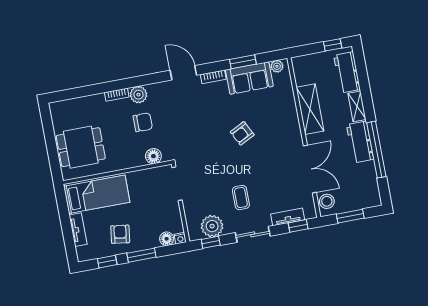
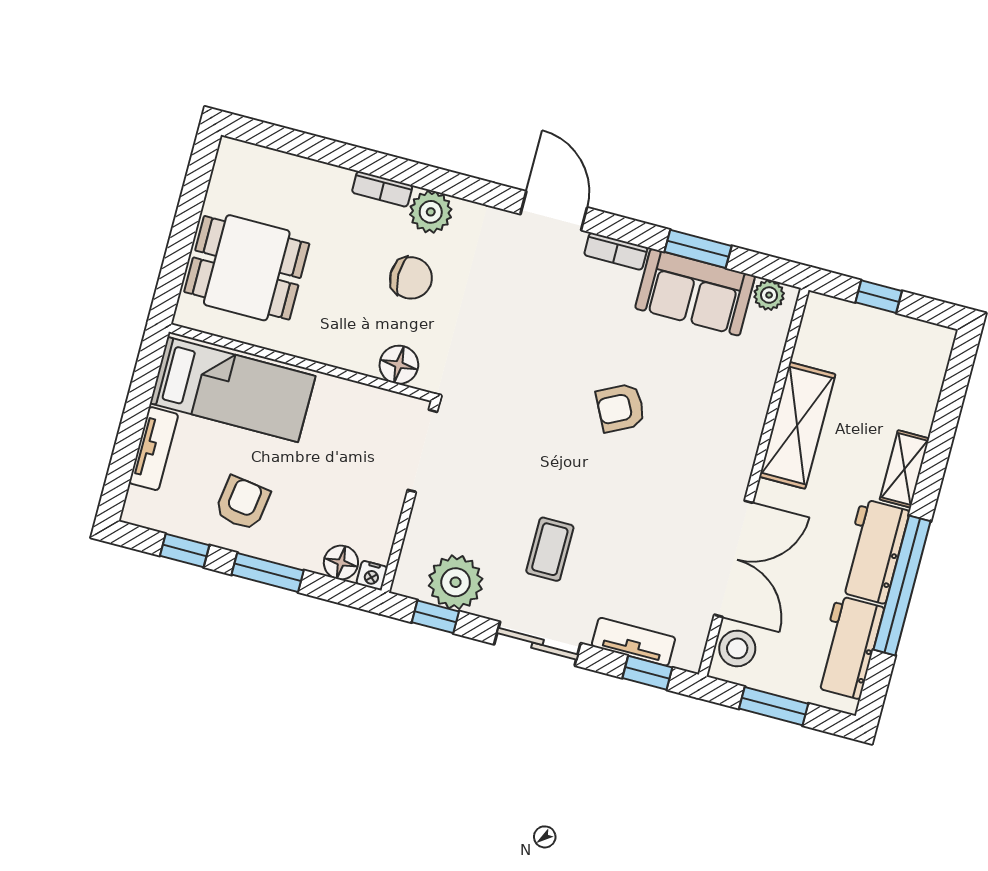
window: (333, 45) -> (879, 297), moved
workbench: (347, 72) -> (849, 647), moved

